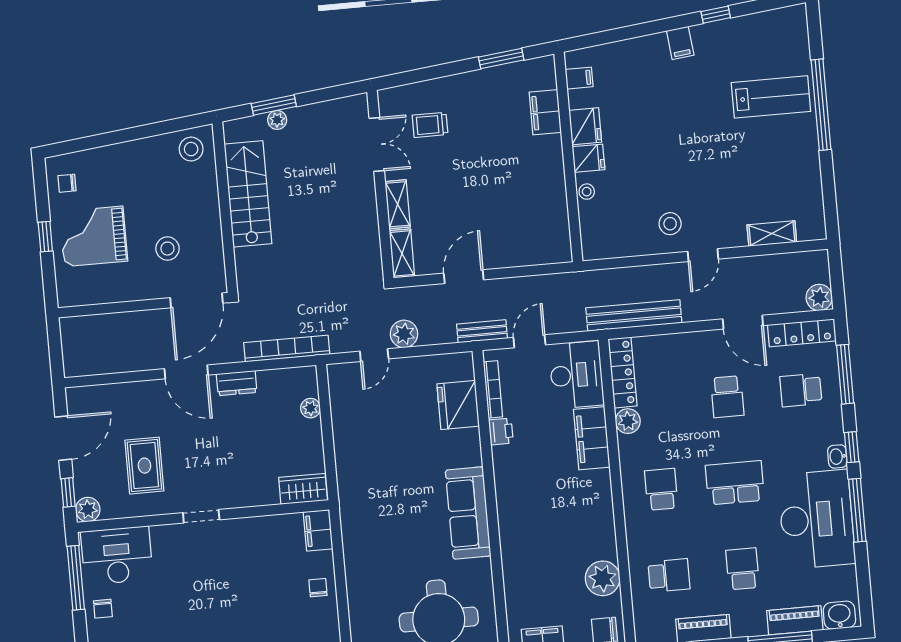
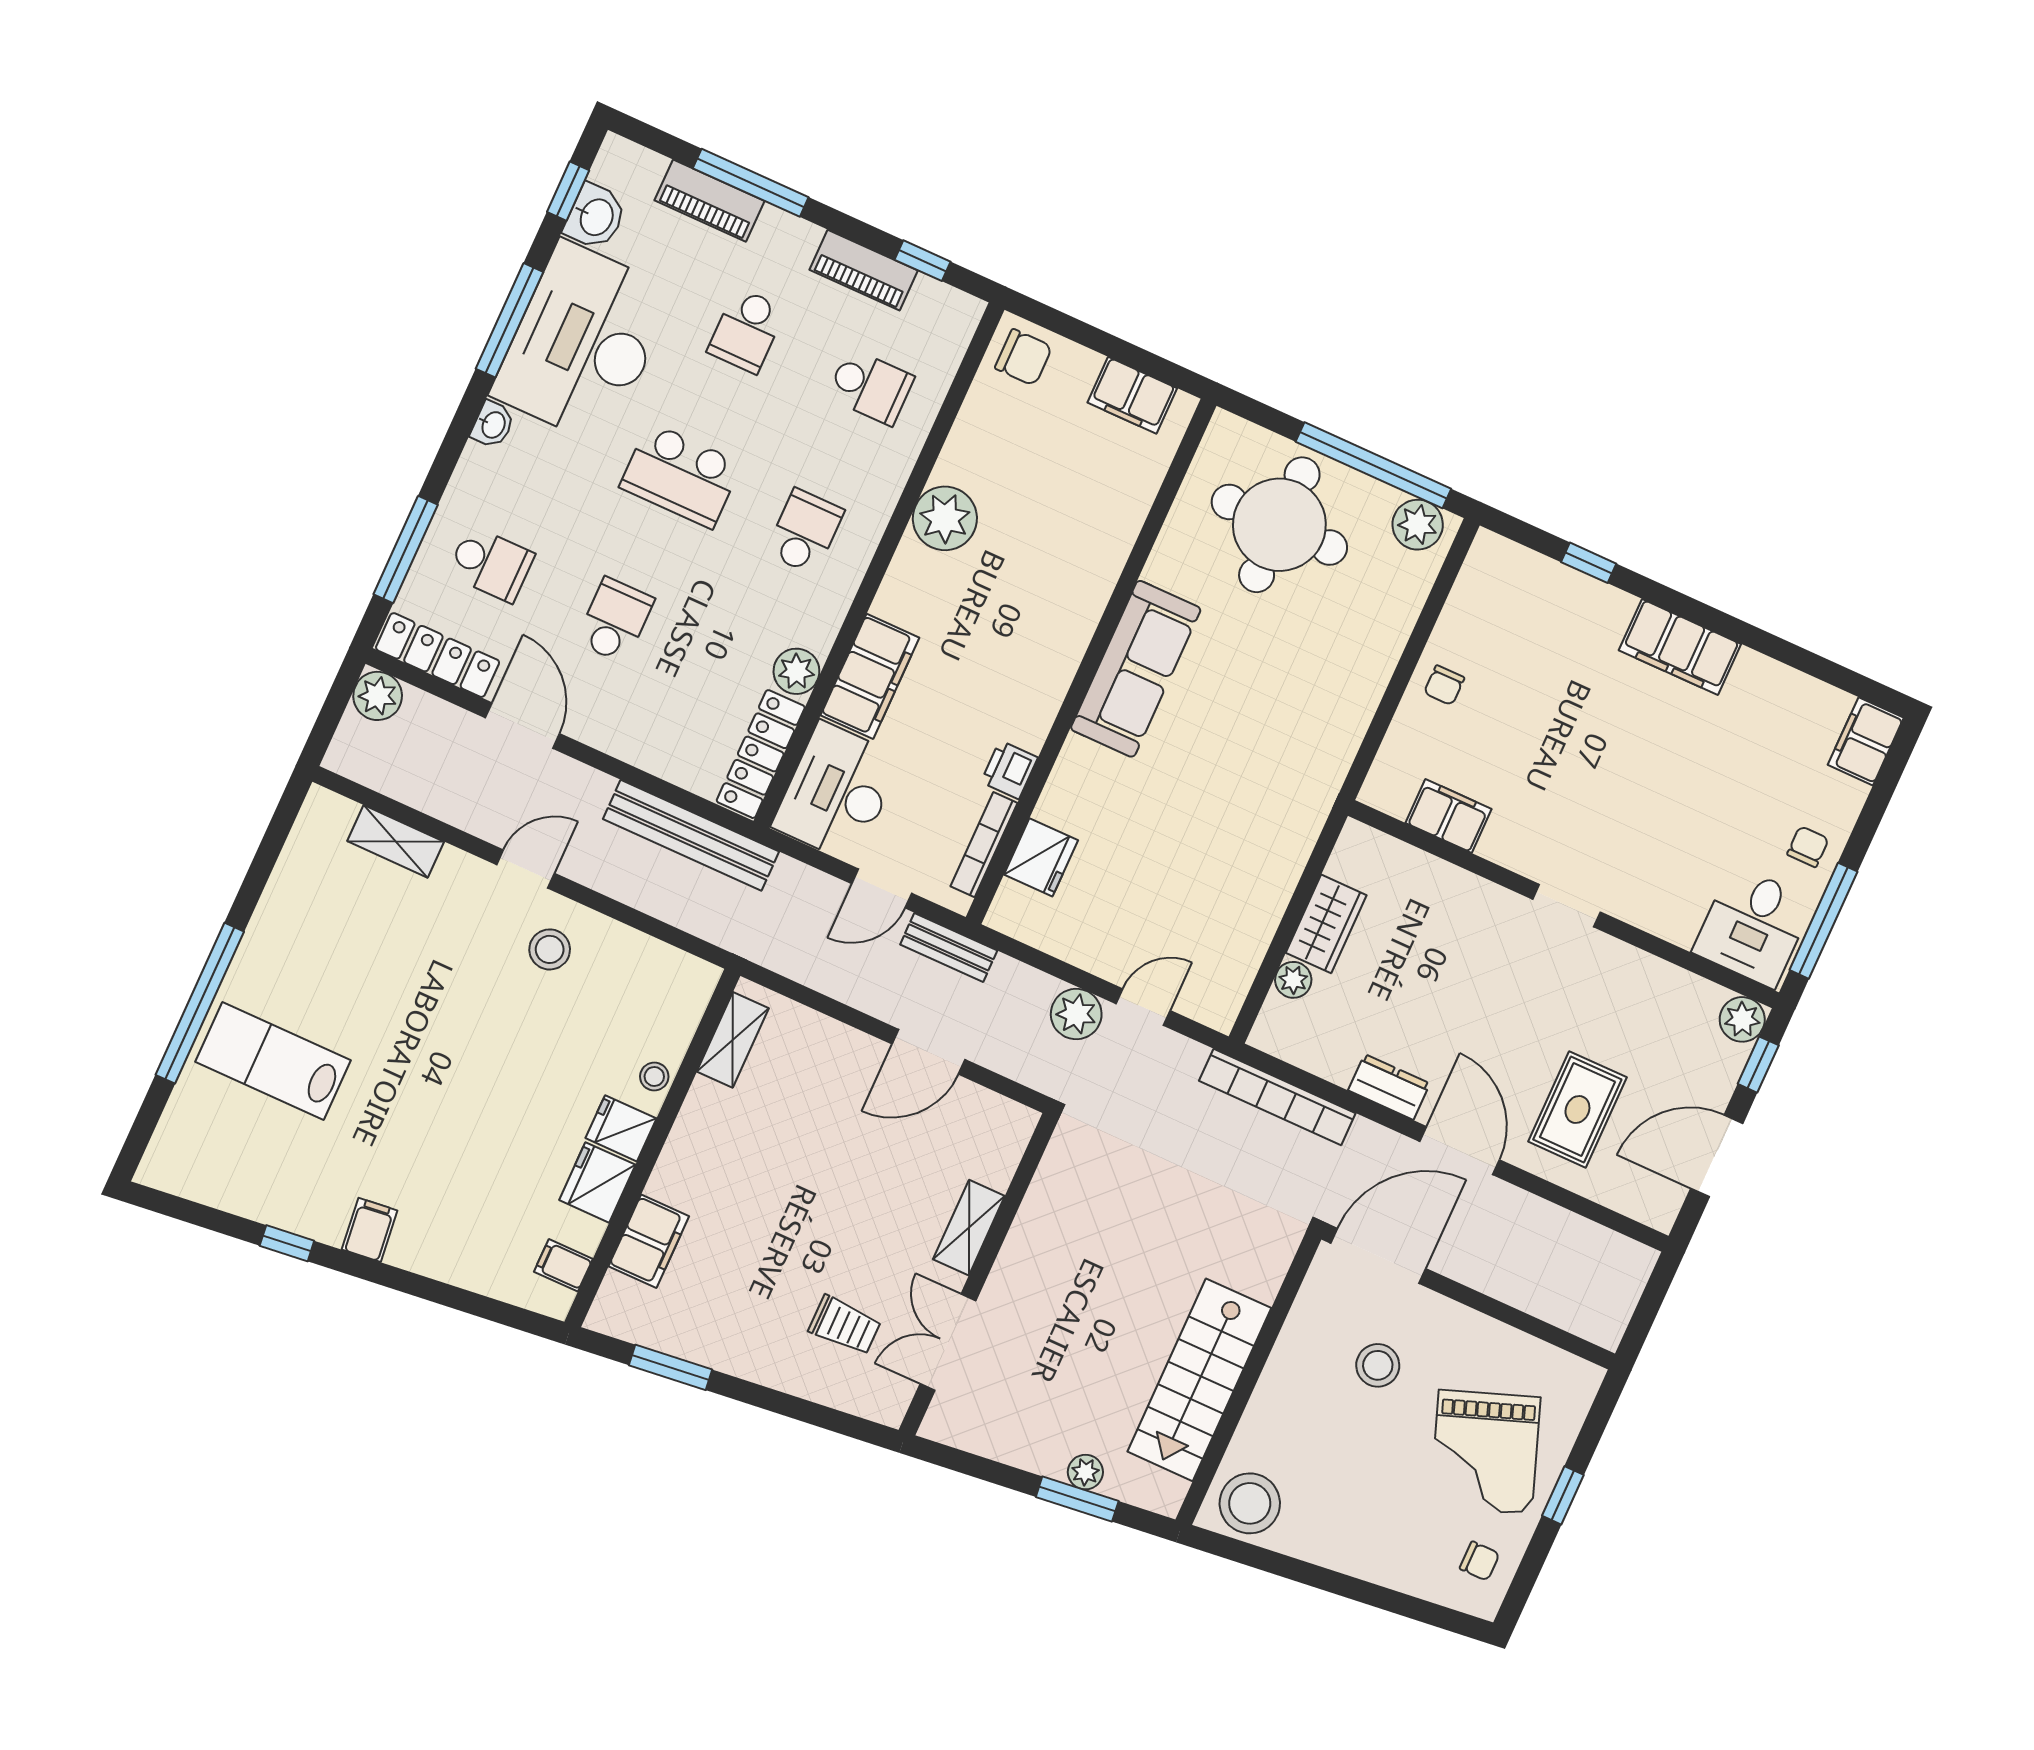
stool: (191, 149) -> (1250, 1503), width x1.38, depth x1.38
grand piano: (93, 236) -> (1485, 1452), turned 70
shelving: (402, 253) -> (733, 1040), moved
fridge: (458, 405) -> (1041, 857), width x0.73, depth x0.75
window: (852, 447) -> (568, 191), moved
rug: (144, 466) -> (1577, 1109), moved
wardrobe: (303, 489) -> (1326, 924), moved, turned -90
school desk: (661, 489) -> (805, 532), turned 180
filing cabinet: (318, 530) -> (1449, 816), moved, turned -90
desk: (117, 556) -> (1753, 926), width x0.73
school desk: (669, 575) -> (871, 387), turned 180
plant: (603, 578) -> (945, 518), moved
washbasin: (839, 615) -> (595, 217), moved, turned -90

